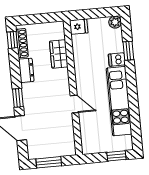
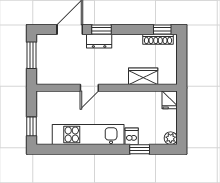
dresser: (26, 70) -> (99, 41), moved

